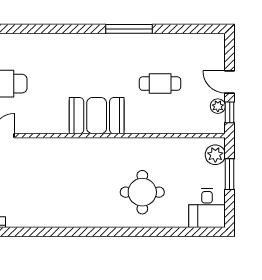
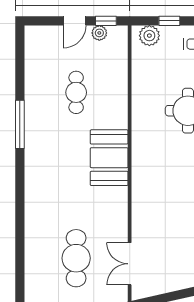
window: (230, 174) -> (169, 21), width x0.67

